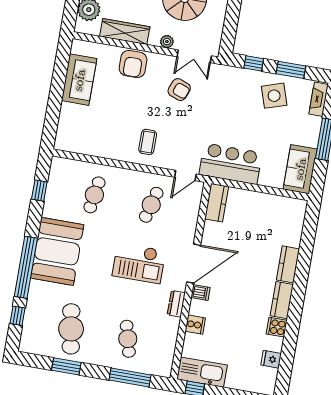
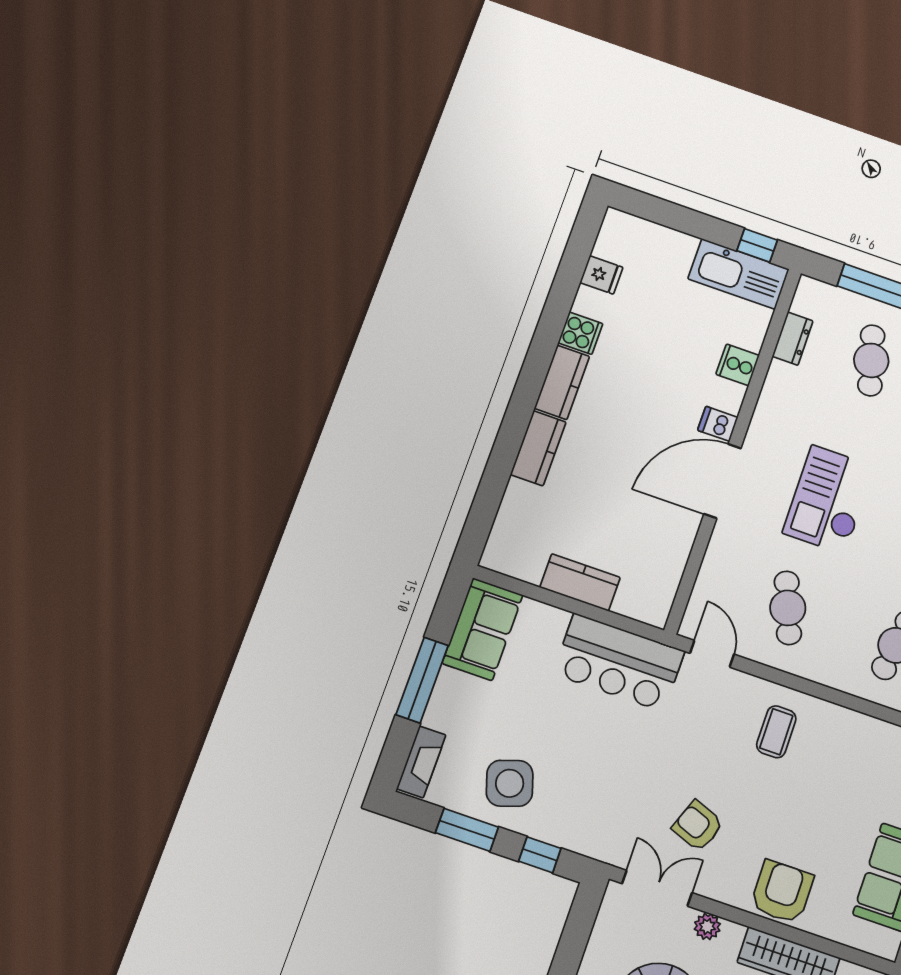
door: (185, 176) -> (712, 654), hinge flipped
kitchen counter: (217, 203) -> (580, 582), moved, turned 90
cafe table: (151, 205) -> (788, 608), turned -36
checkout: (139, 263) -> (829, 500), turned -90
dresser: (176, 304) -> (793, 339), moved

